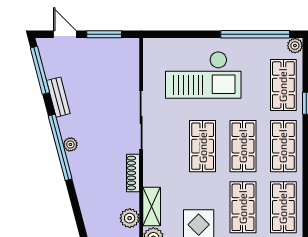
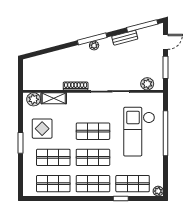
window: (255, 34) -> (165, 133), moved
window: (60, 147) -> (92, 39), width x0.68
plant: (130, 218) -> (147, 84), moved

